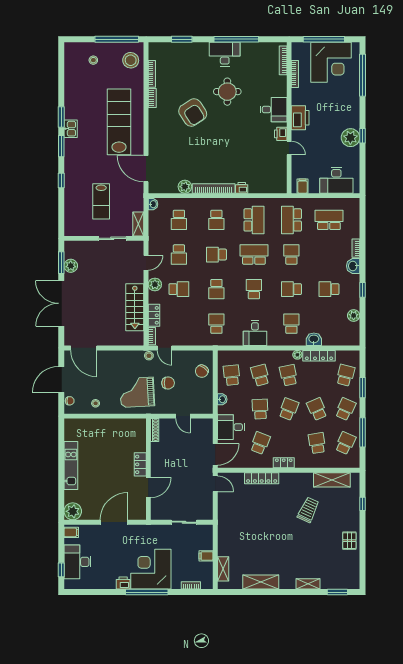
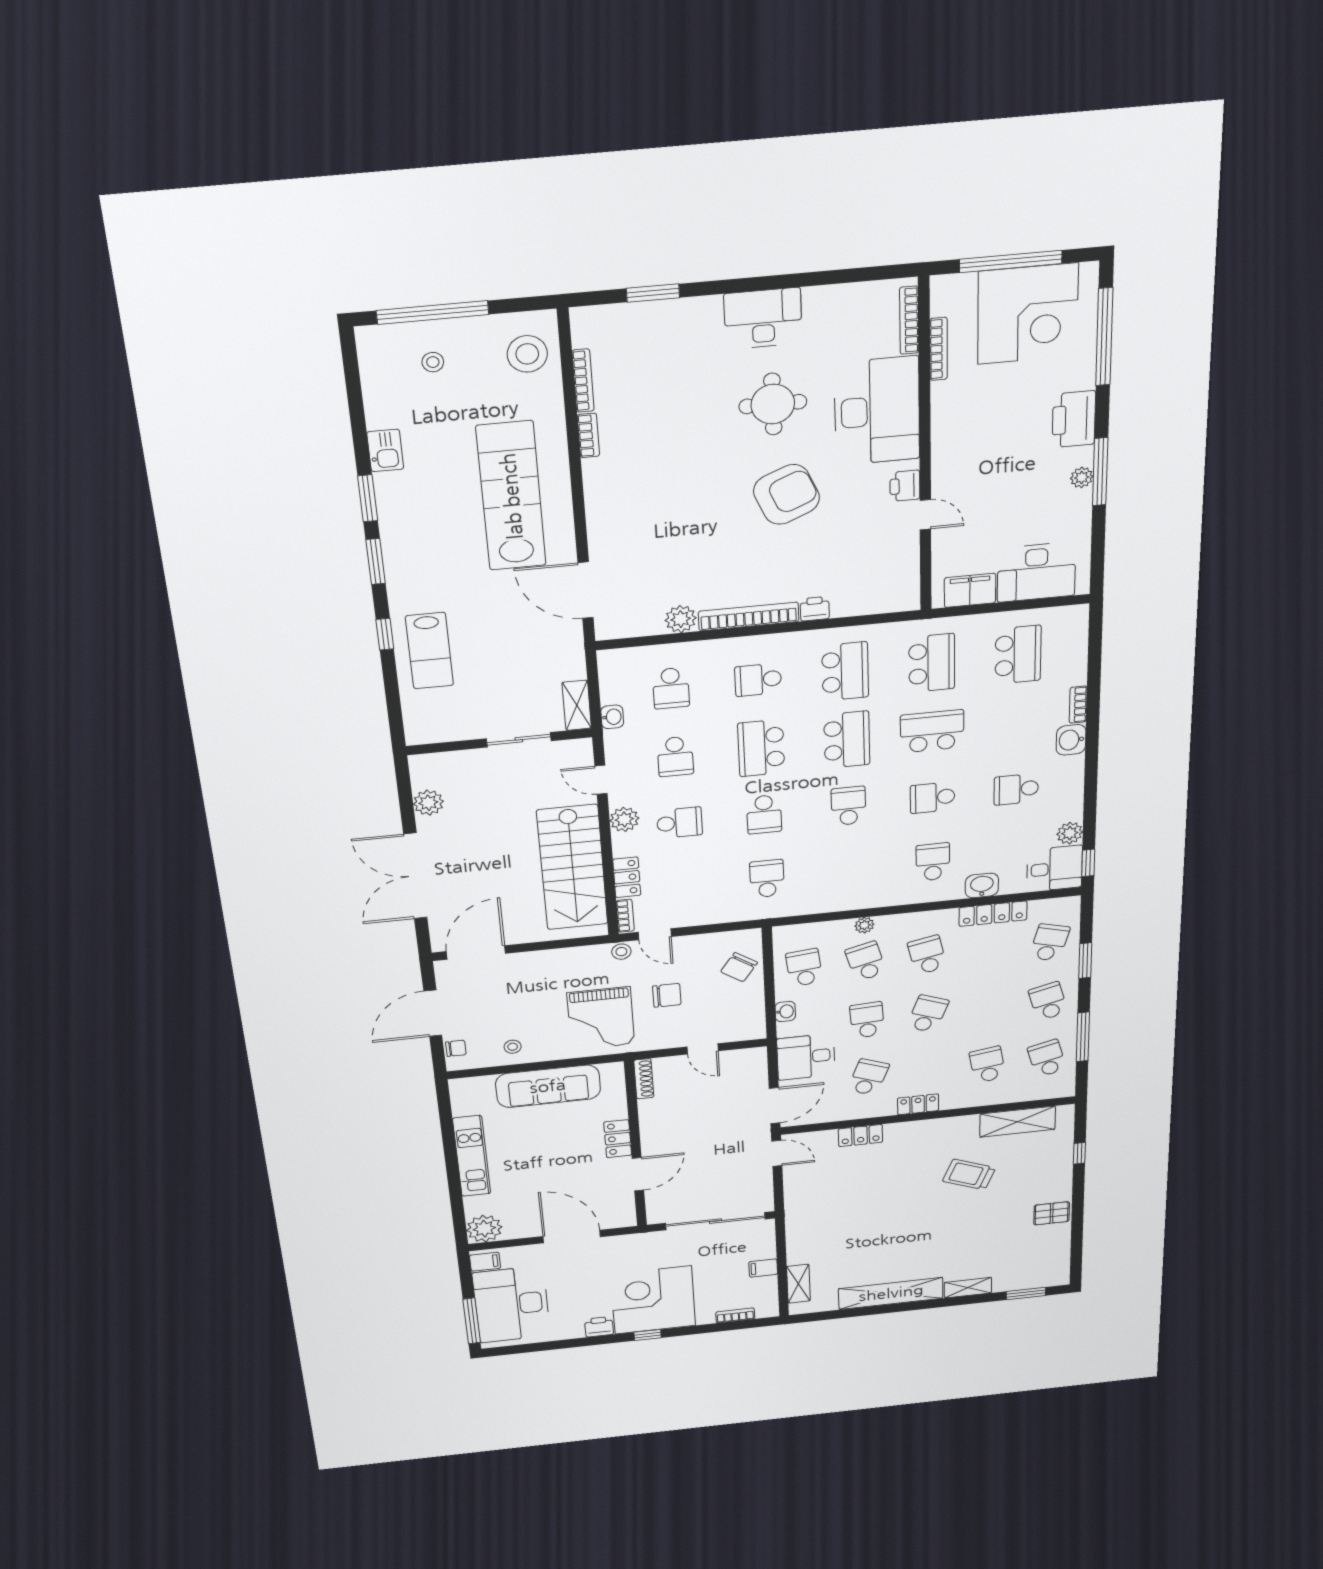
window: (117, 39) -> (433, 312), moved
window: (236, 39) -> (791, 281), removed
desk: (274, 110) -> (877, 411), width x1.87, depth x1.30
armchair: (193, 112) -> (787, 494), moved, turned -80
printer: (300, 118) -> (1074, 419), moved, turned 180
kitchen sink: (71, 129) -> (385, 450), moved
window: (362, 136) -> (1100, 472), width x2.17
plant: (350, 138) -> (1082, 477), width x0.53, depth x0.53
filing cabinet: (303, 186) -> (970, 590), width x2.00
lab bench: (101, 201) -> (429, 651), moved
washbasin: (153, 204) -> (612, 717), moved
school desk: (216, 220) -> (758, 680), turned 90
school desk: (291, 220) -> (932, 663), turned 180
school desk: (329, 220) -> (1018, 655), turned 90
school desk: (216, 255) -> (761, 748), width x1.85
school desk: (254, 255) -> (847, 740), turned 90
school desk: (291, 255) -> (932, 731), width x1.85
window: (61, 263) -> (406, 799), removed
door: (146, 263) -> (601, 780), swing flipped
window: (362, 290) -> (1088, 863), moved
stairs: (135, 307) -> (572, 867), width x1.36, depth x1.51
desk: (255, 333) -> (1054, 869), moved, turned -90
door: (84, 348) -> (476, 952), swing flipped
plant: (297, 355) -> (864, 925), moved
grand piano: (137, 392) -> (601, 1018), turned -87
school desk: (317, 409) -> (988, 1007), removed
school desk: (345, 409) -> (1048, 1001), turned -39
sofa: (110, 429) -> (548, 1086), added
school desk: (345, 443) -> (1047, 1058), turned -39
locker: (262, 478) -> (861, 1136), width x0.66
trolley: (308, 510) -> (969, 1174), turned -93
door: (114, 522) -> (572, 1237), hinge flipped
sliding door: (184, 522) -> (715, 1221), width x1.86
pallet: (349, 541) -> (1052, 1213), turned 90
desk: (78, 562) -> (512, 1304), width x1.36, depth x1.30
window: (61, 570) -> (472, 1321), width x2.17
shelving: (261, 582) -> (891, 1293), width x1.47
window: (147, 592) -> (648, 1335), width x0.32

